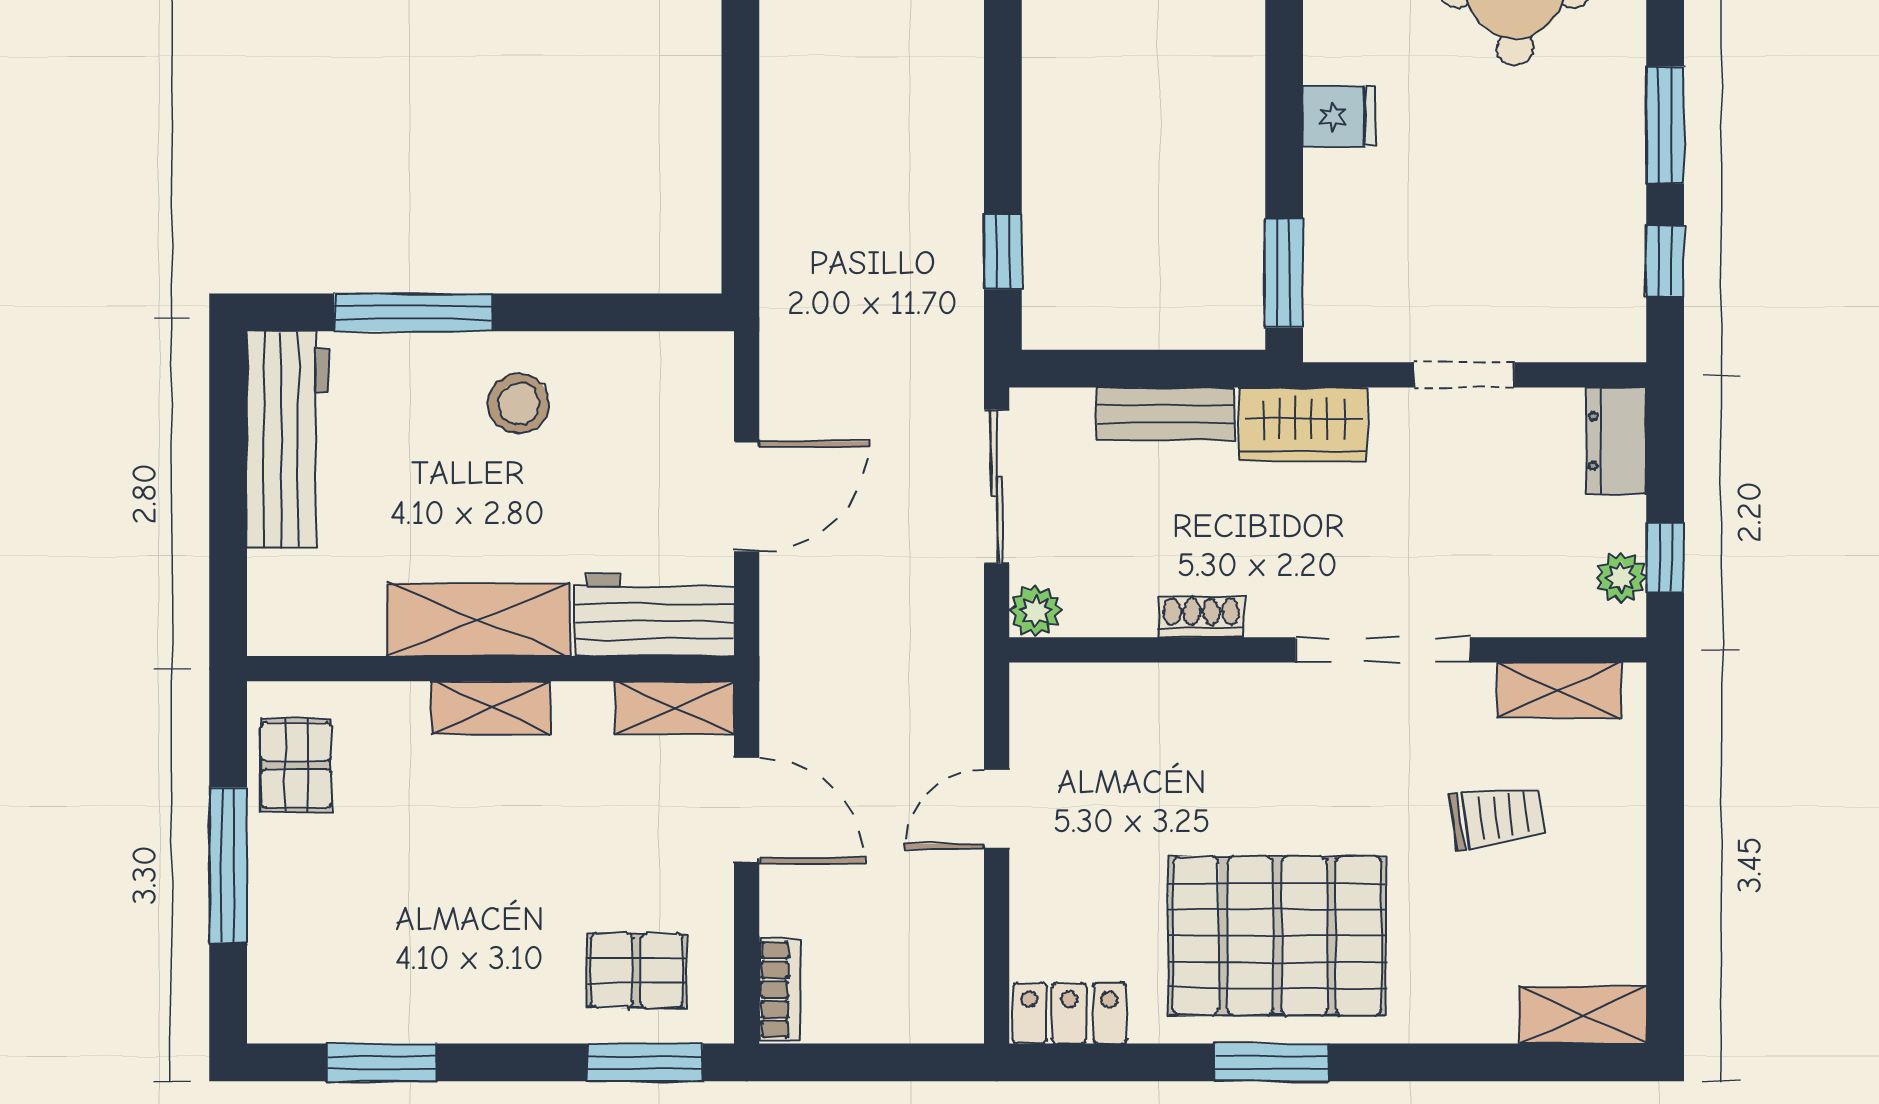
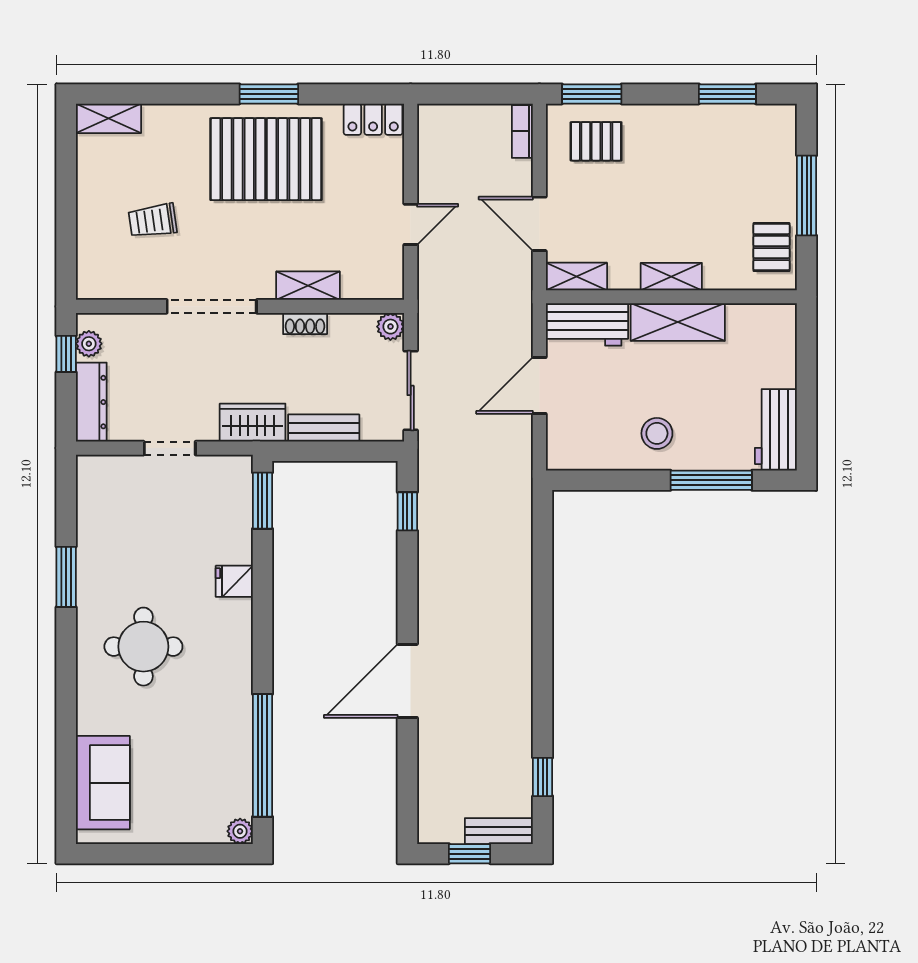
window: (1665, 261) -> (66, 507), removed
workbench: (288, 440) -> (776, 430), width x0.73
dresser: (1616, 441) -> (91, 402), width x1.44
shelving: (1559, 690) -> (308, 286), moved

